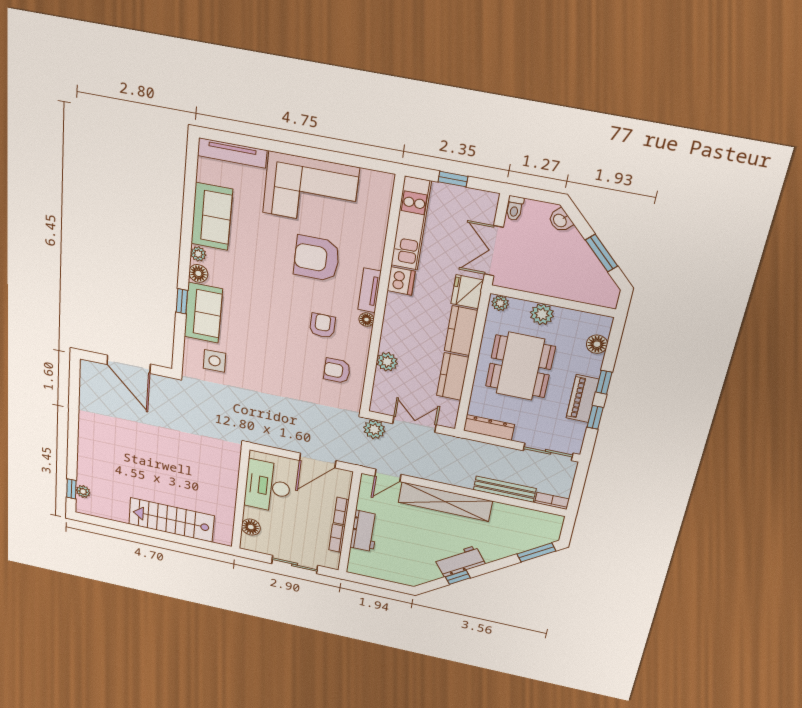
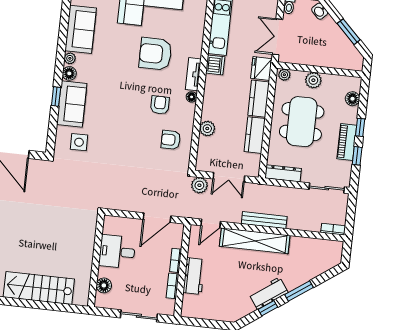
double door: (414, 424) -> (229, 177), swing flipped
desk: (268, 486) -> (117, 252), width x0.73
bench: (505, 489) -> (264, 220), moved
window: (536, 552) -> (299, 291), moved

